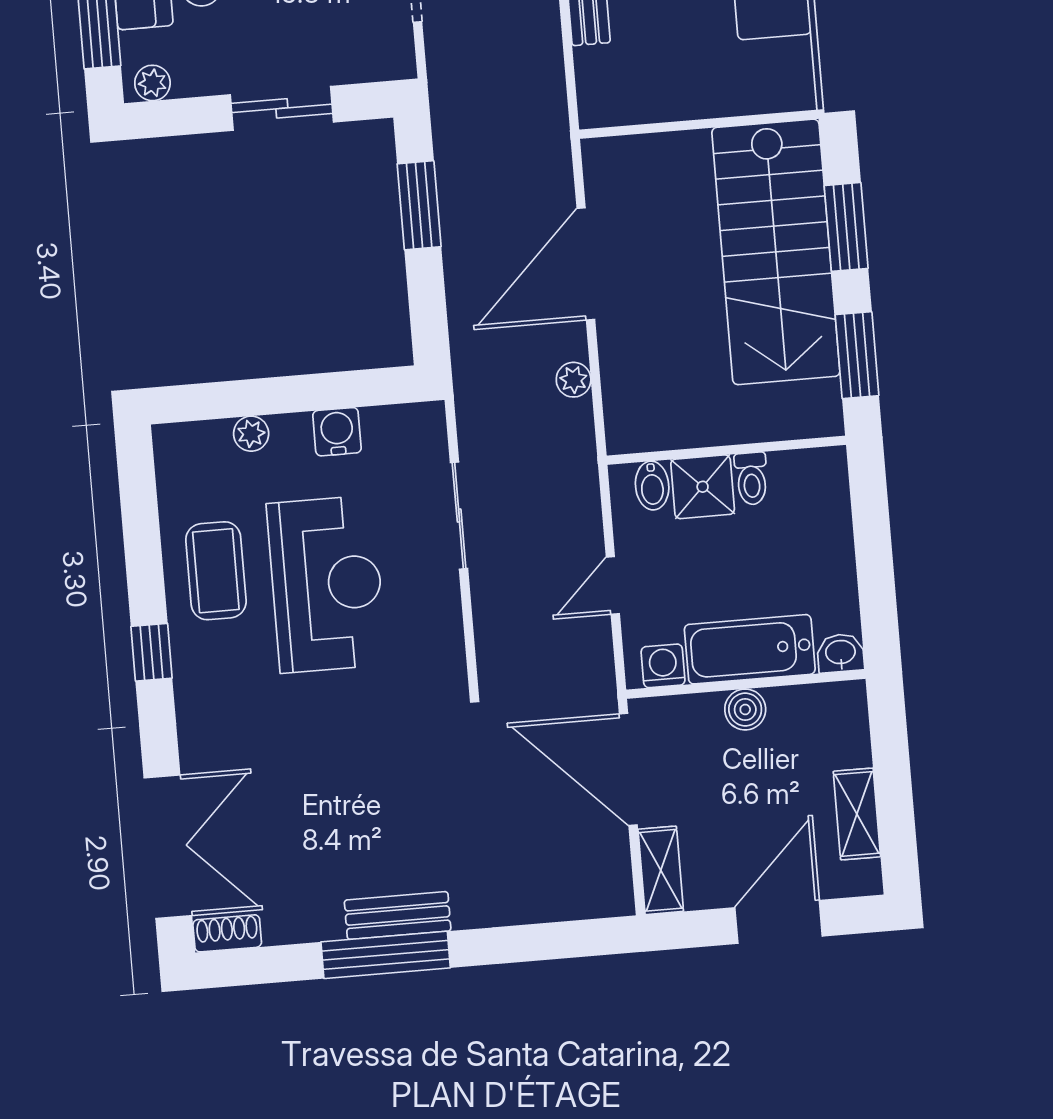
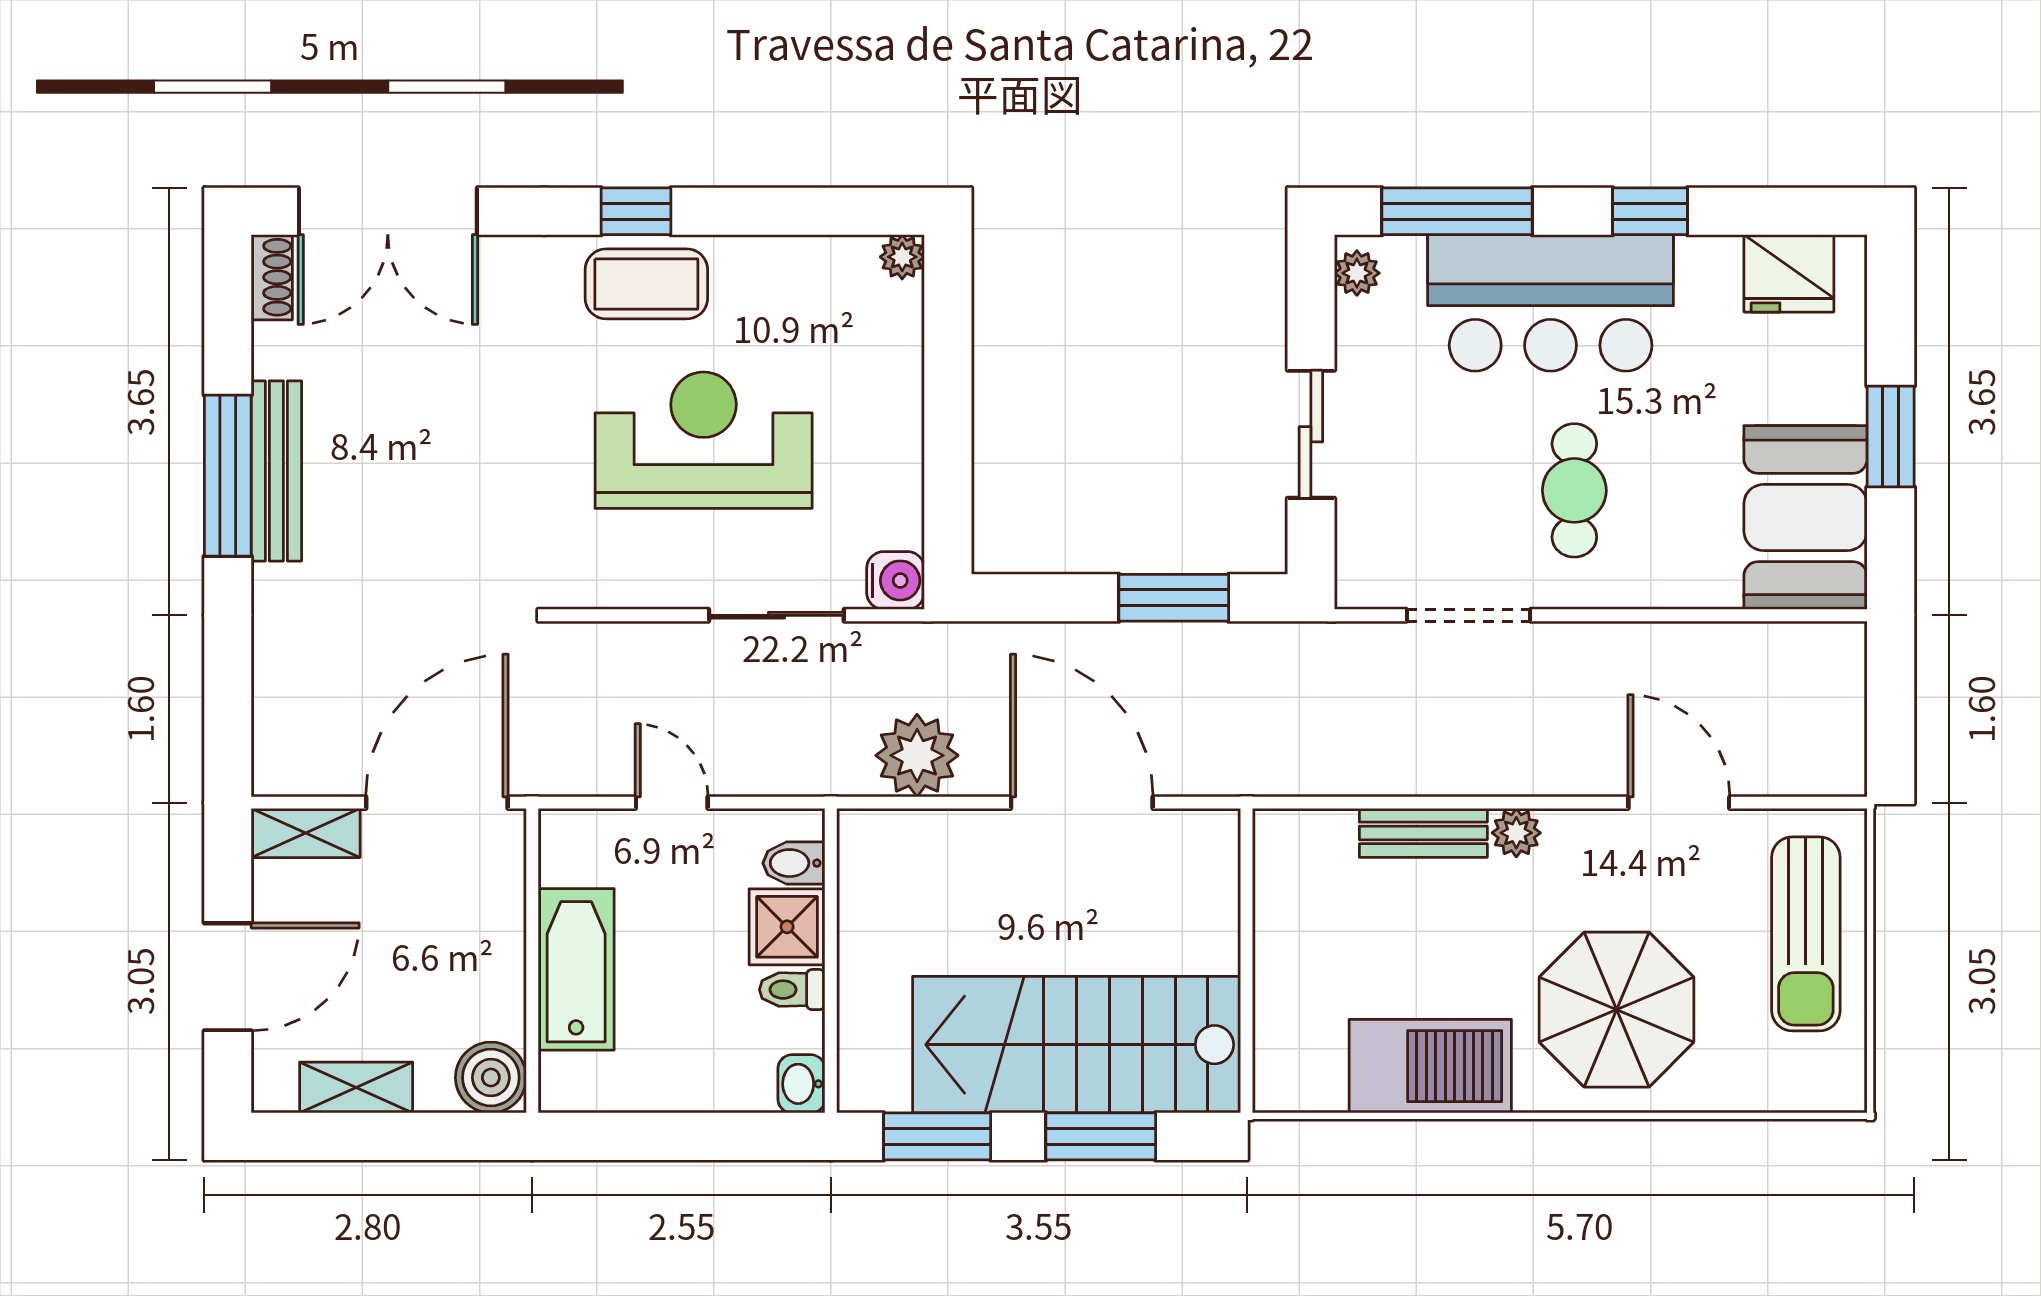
plant: (574, 380) -> (917, 755), width x1.88, depth x1.88
water cooler: (337, 432) -> (896, 580), moved
plant: (251, 434) -> (902, 257), moved
coffee table: (216, 571) -> (646, 284), moved
reception desk: (327, 584) -> (704, 440), turned 180
washbasin: (841, 653) -> (801, 1084), moved, turned 180
washing machine: (663, 666) -> (564, 858), removed
boiler: (745, 709) -> (491, 1078), moved, width x1.36, depth x1.36
bench: (398, 915) -> (276, 471), width x1.36
door: (779, 922) -> (228, 977), hinge flipped

